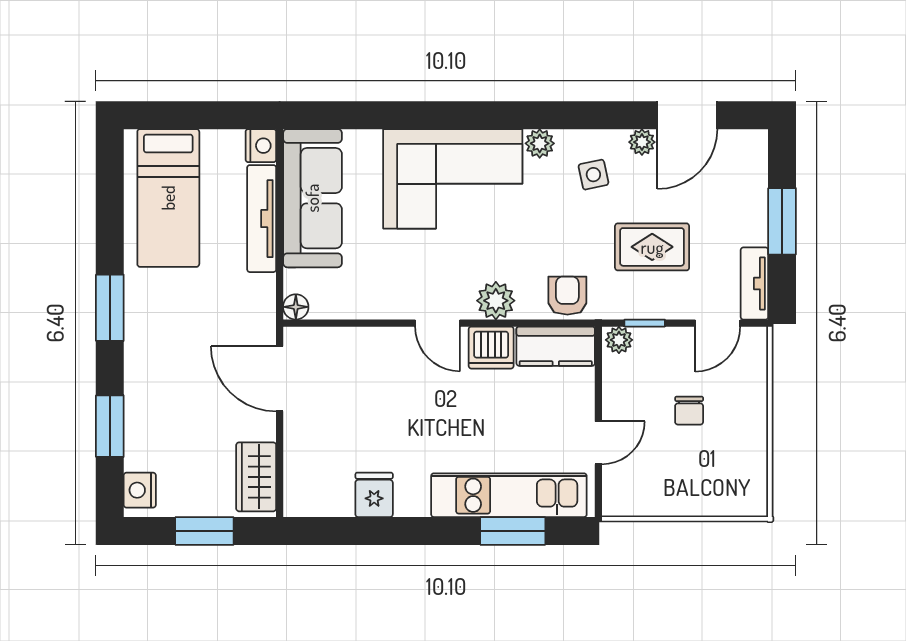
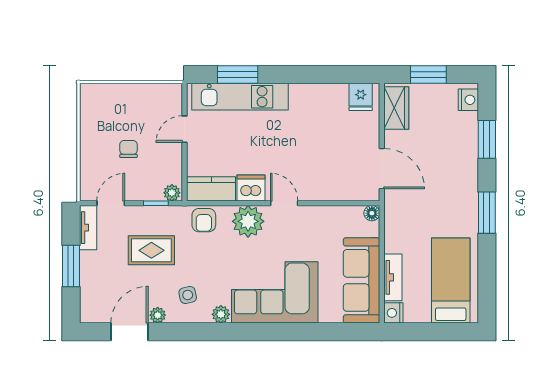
tv unit: (262, 219) -> (393, 277), width x0.71
plant: (496, 301) -> (248, 221), width x1.36, depth x1.36
fridge: (374, 495) -> (361, 97), moved

